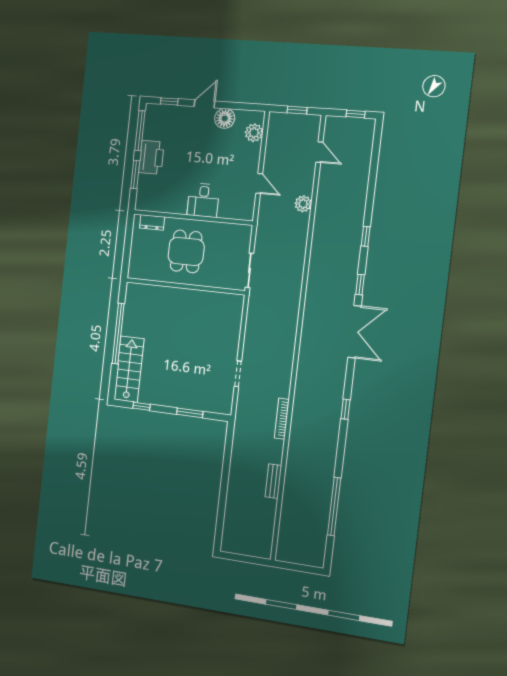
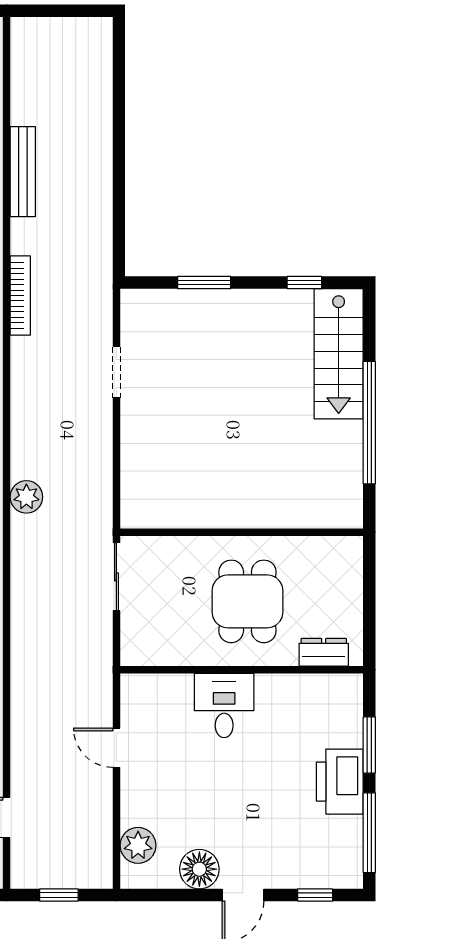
plant: (303, 204) -> (26, 497), moved
bench: (273, 481) -> (23, 172), width x1.36

